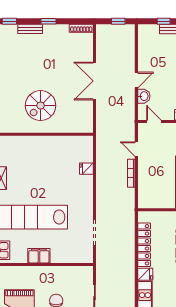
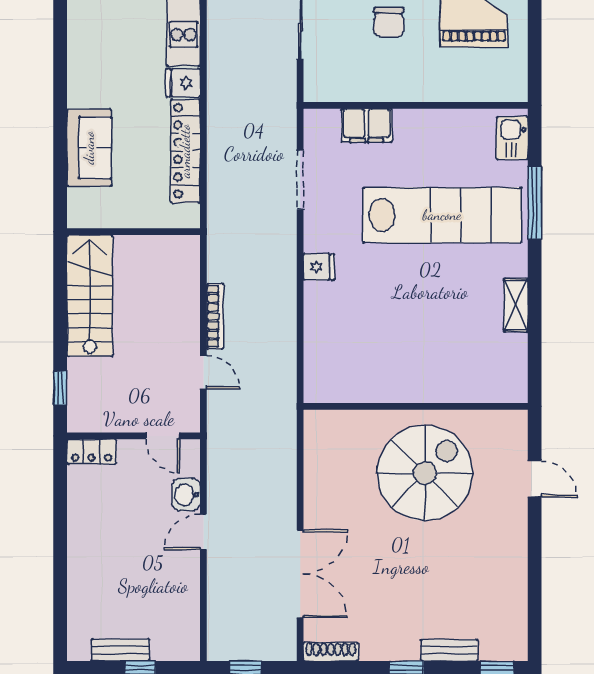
double door: (95, 81) -> (300, 574), moved
spiral stairs: (41, 106) -> (425, 473), width x1.37, depth x1.37
fridge: (86, 169) -> (319, 267), moved
filing cabinet: (39, 256) -> (367, 125), moved

